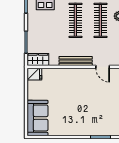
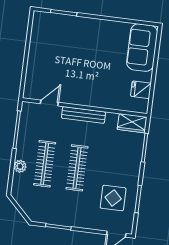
door: (103, 67) -> (49, 103), hinge flipped
fridge: (34, 74) -> (141, 90), moved

